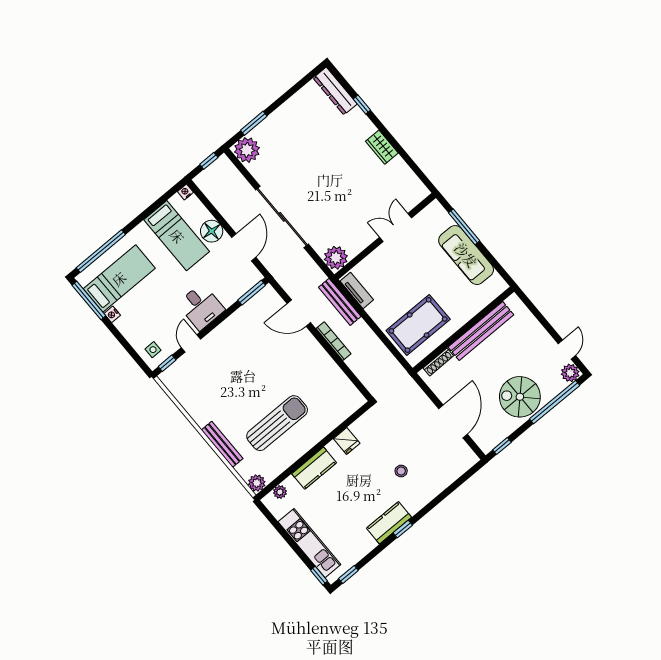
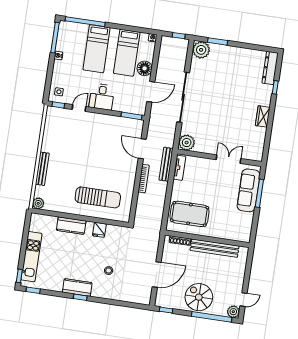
sofa: (466, 255) -> (249, 190), moved
bed: (119, 279) -> (97, 49), moved, turned 90
sun lounger: (277, 423) -> (98, 197), moved
plant: (280, 492) -> (44, 219), removed

